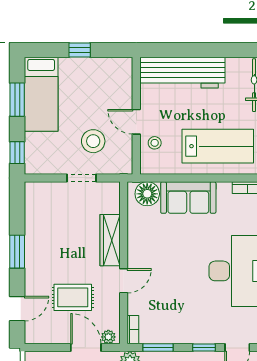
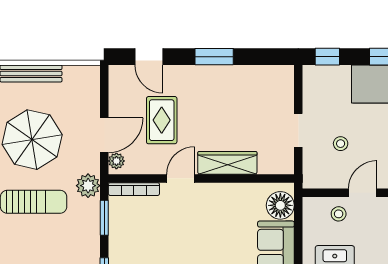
stool: (93, 141) -> (341, 144), width x0.53, depth x0.53
door: (124, 281) -> (181, 178), swing flipped
bookcase: (133, 330) -> (134, 189), width x1.56

